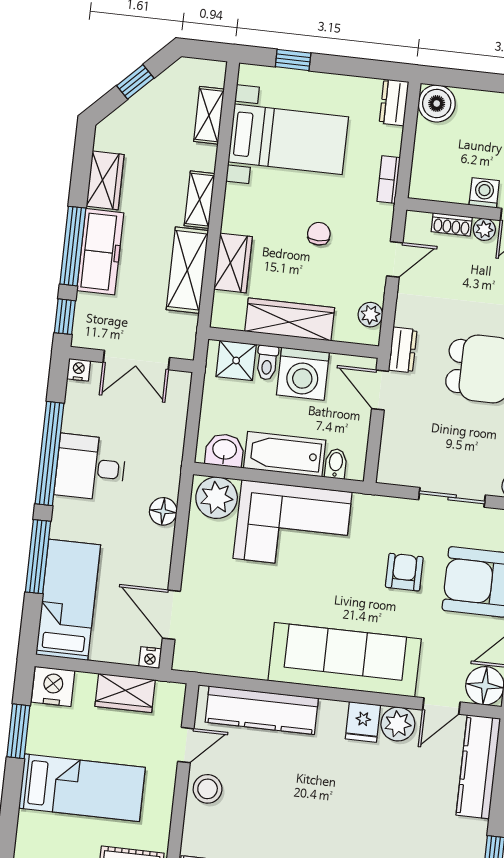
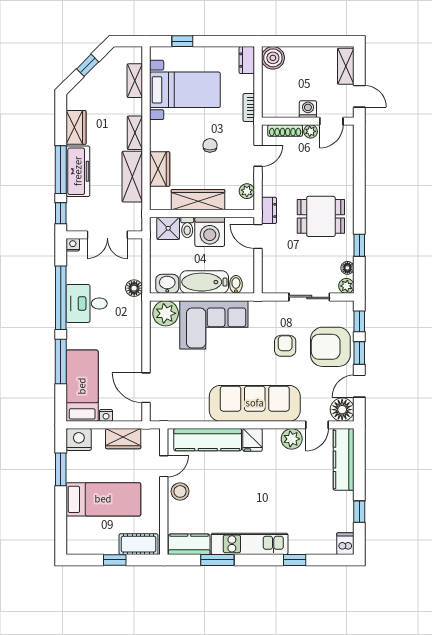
shoe rack: (452, 224) -> (285, 131), width x1.43
floor lamp: (163, 511) -> (134, 288), moved
nightstand: (150, 658) -> (106, 415), moved
fridge: (363, 722) -> (253, 440), moved

